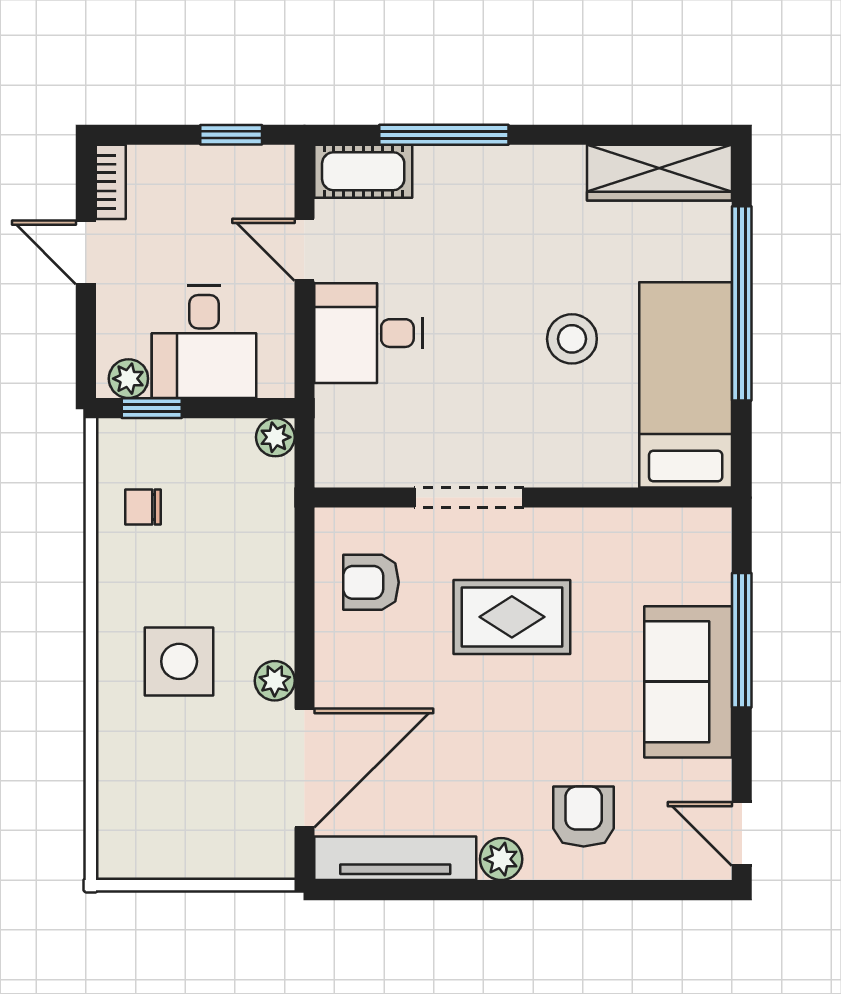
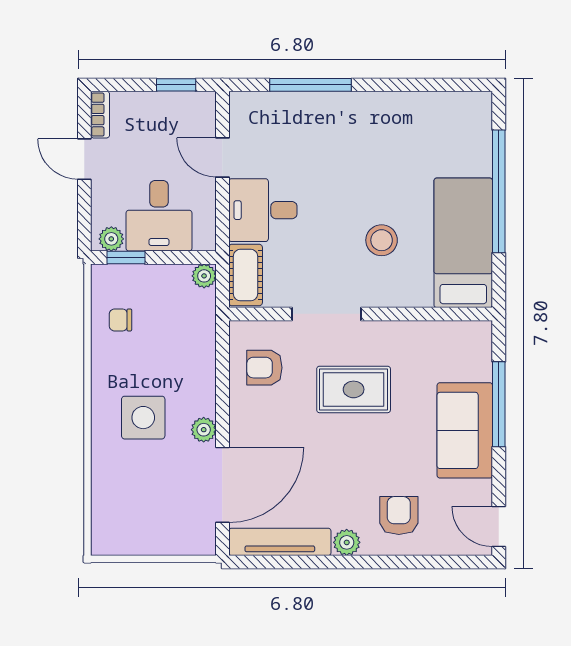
cot: (363, 171) -> (246, 275), moved, turned 90
wardrobe: (660, 173) -> (447, 109), removed
stool: (572, 339) -> (382, 240), moved

